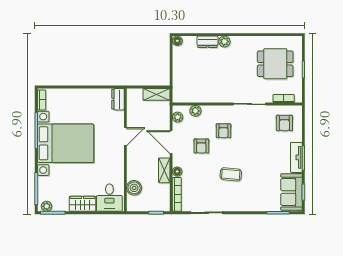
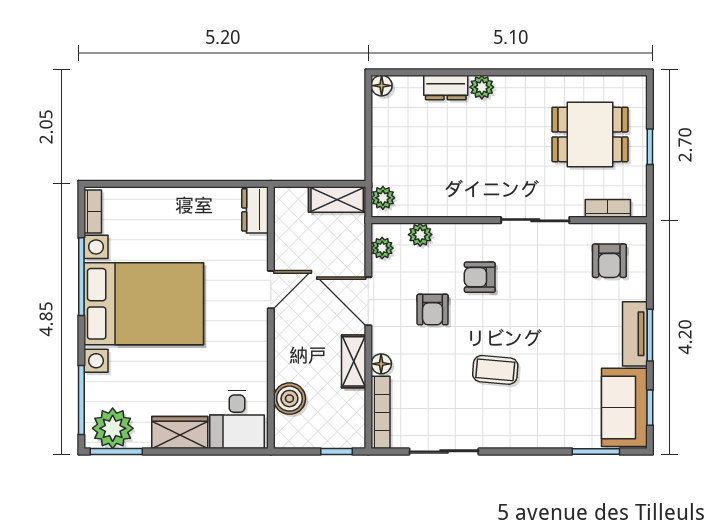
plant: (178, 94) -> (383, 198), added
armchair: (223, 131) -> (480, 277), turned 90
plant: (47, 206) -> (113, 428), width x1.88, depth x1.88

